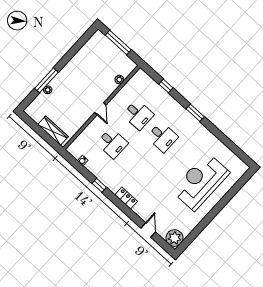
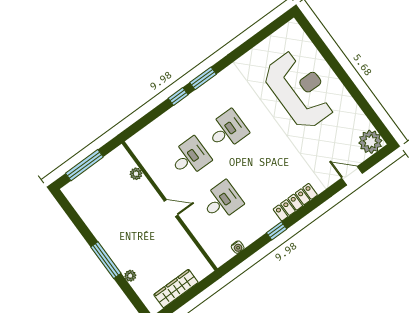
window: (46, 80) -> (106, 260), moved
window: (166, 86) -> (178, 96), moved
wardrobe: (53, 131) -> (176, 288), moved
reception desk: (201, 182) -> (300, 90), turned 180
locker: (126, 198) -> (295, 202), width x1.53

